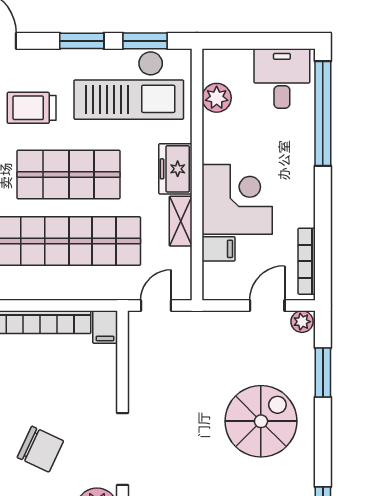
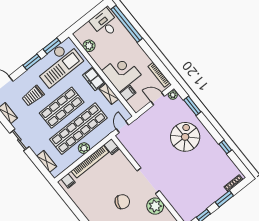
plant: (49, 287) -> (84, 148), added
door: (267, 306) -> (158, 99), hinge flipped

